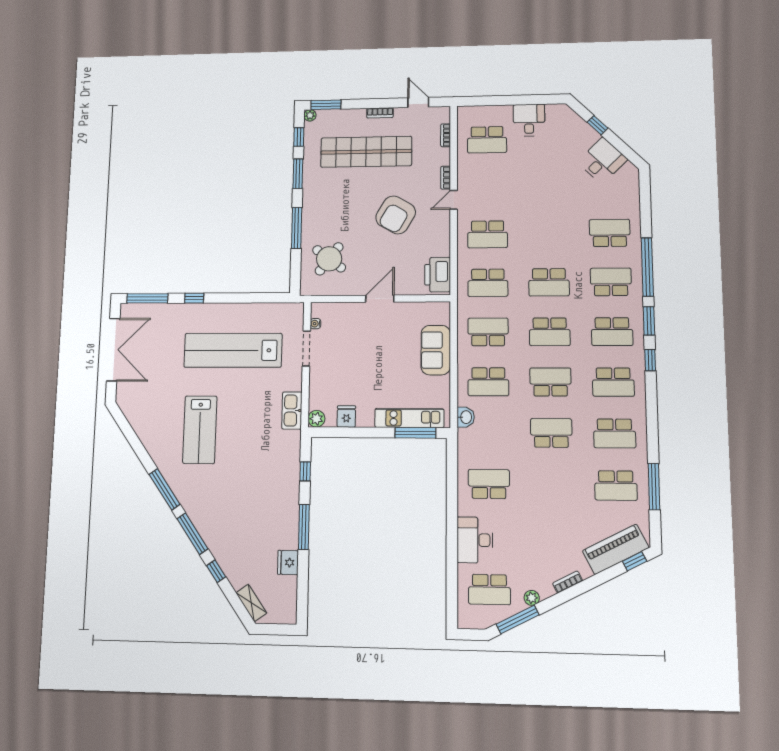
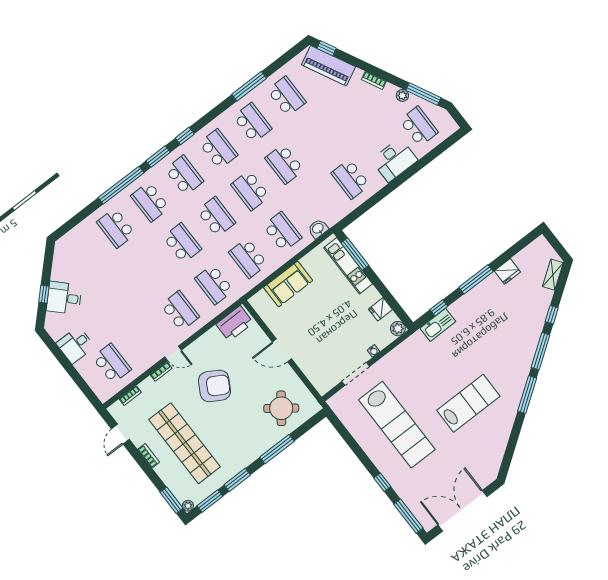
window: (299, 137) -> (210, 501), width x1.50
desk: (602, 161) -> (64, 298), moved
school desk: (488, 283) -> (214, 284), turned 180
water cooler: (315, 324) -> (373, 351), moved
kitchen sink: (292, 410) -> (438, 325), moved
window: (654, 487) -> (249, 86), moved

